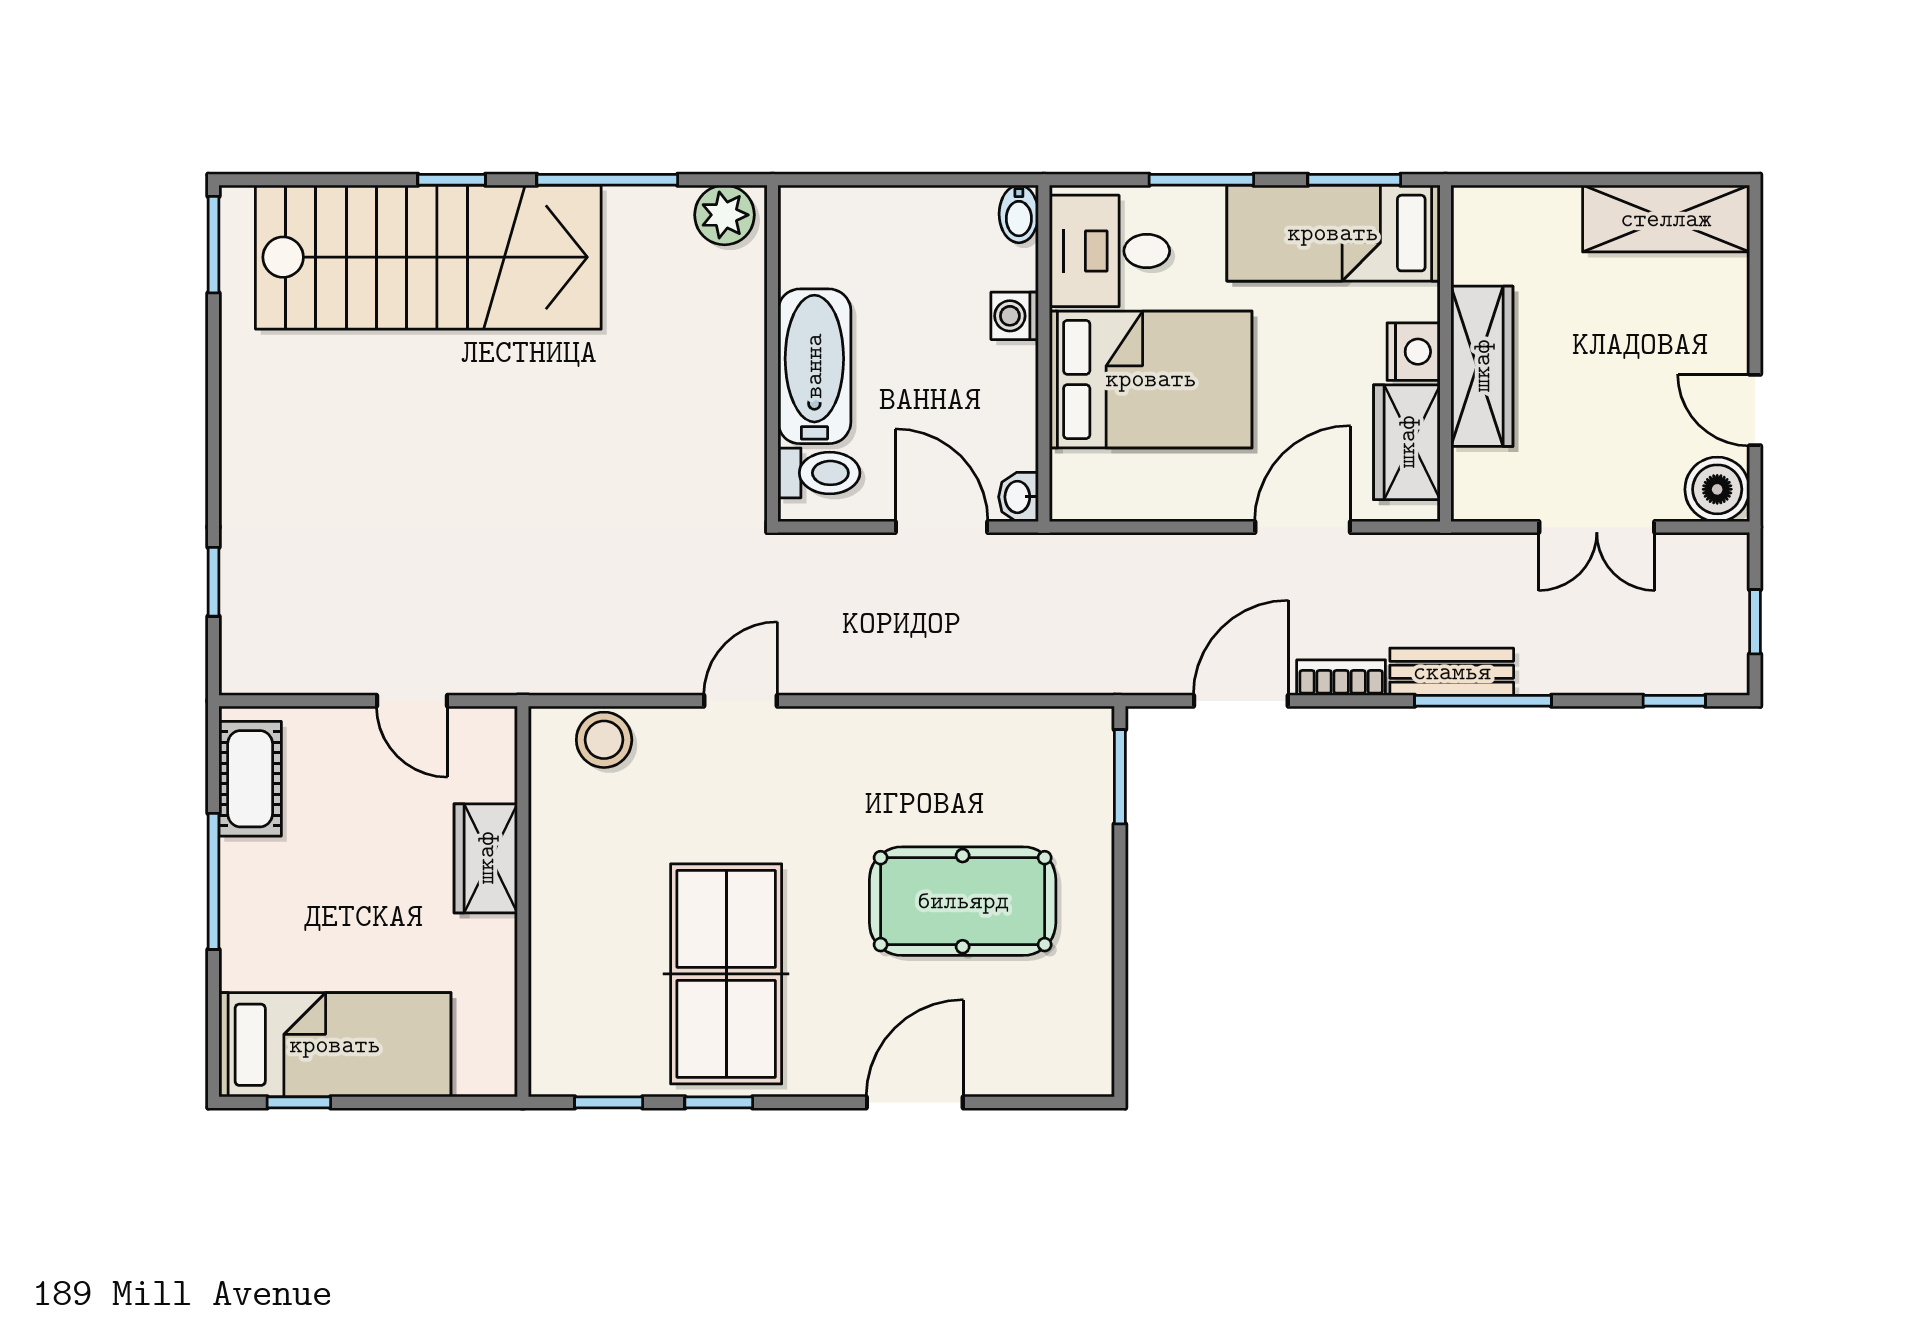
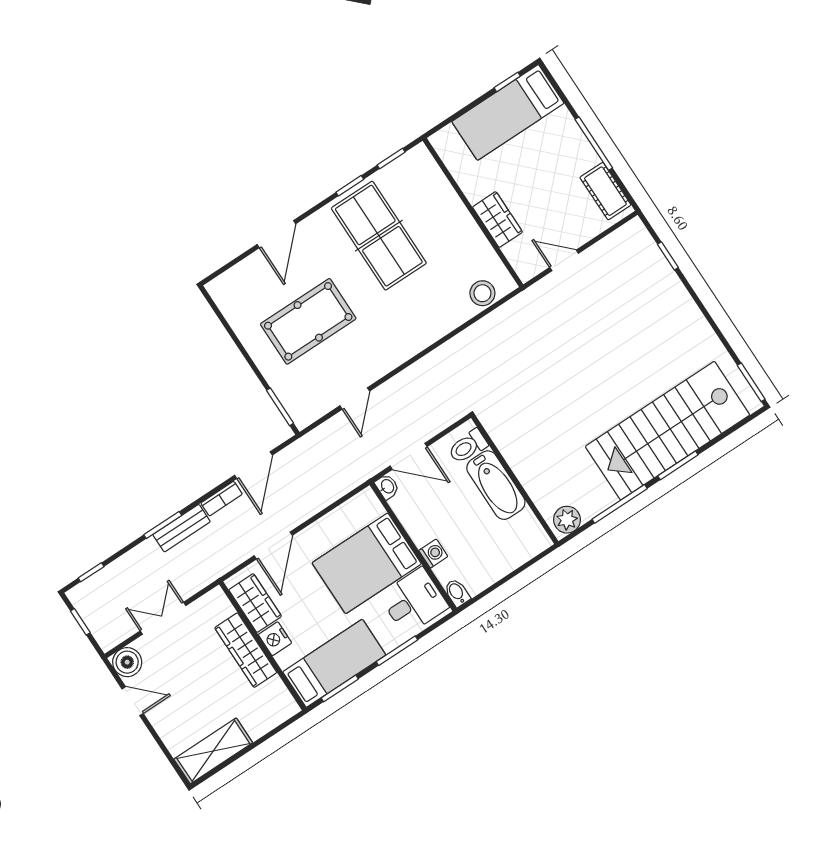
window: (452, 180) -> (678, 465), width x1.50
door: (741, 701) -> (355, 398), moved
window: (1483, 701) -> (163, 525), width x0.69

